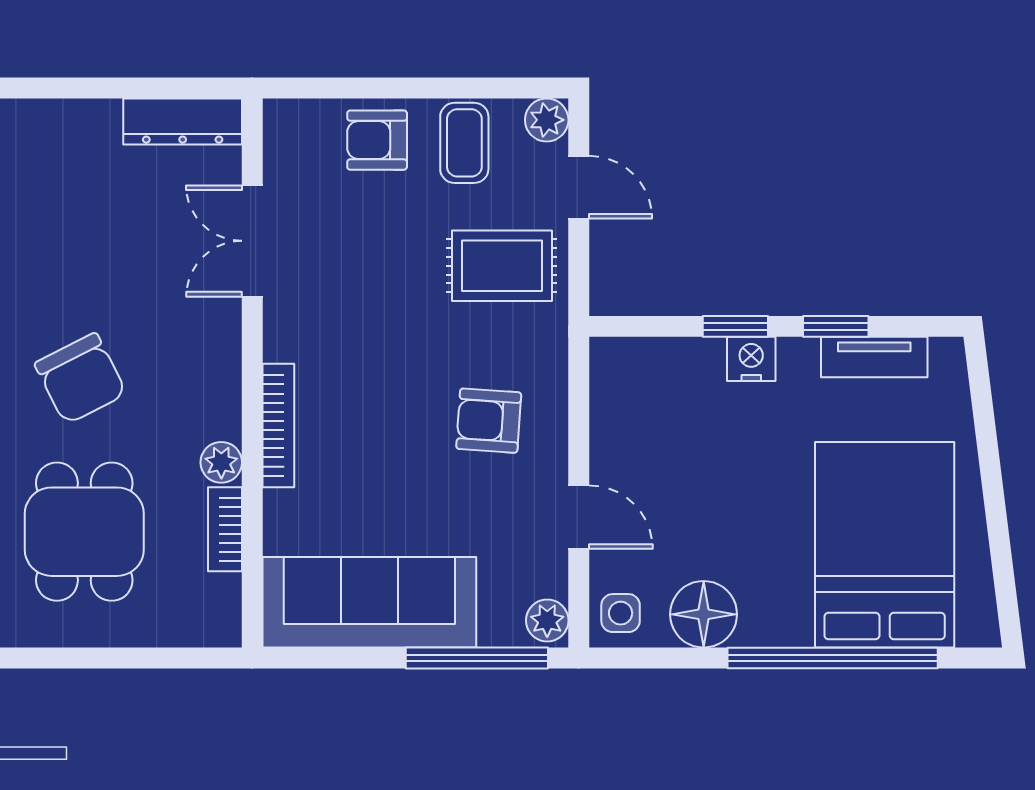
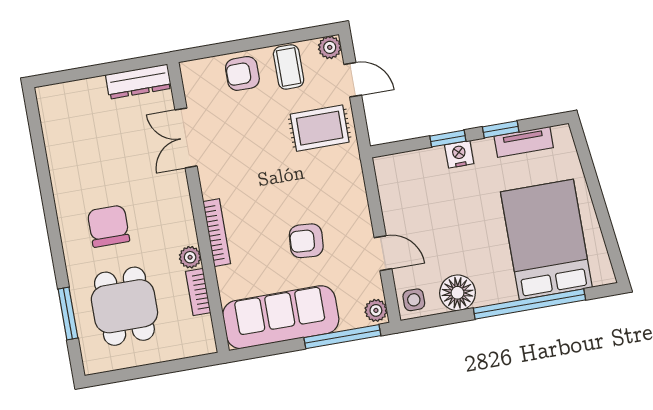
chair: (81, 379) -> (108, 226), turned -153
armchair: (489, 421) -> (306, 241), moved

